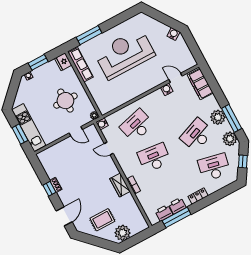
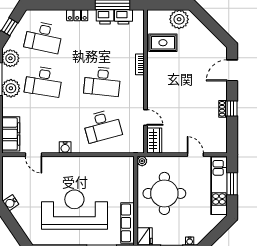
reception desk: (124, 54) -> (74, 210), turned 180
water cooler: (167, 89) -> (65, 147), moved
round table: (65, 101) -> (164, 193), width x1.36, depth x1.36
water cooler: (102, 124) -> (138, 148), removed
door: (76, 131) -> (195, 155), moved
desk: (197, 135) -> (44, 81), turned 30
wardrobe: (120, 185) -> (154, 140), moved
rug: (102, 220) -> (163, 43), moved

